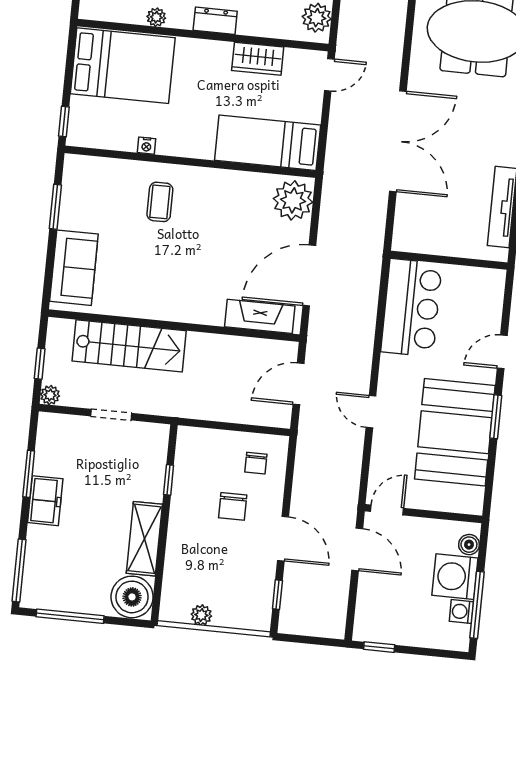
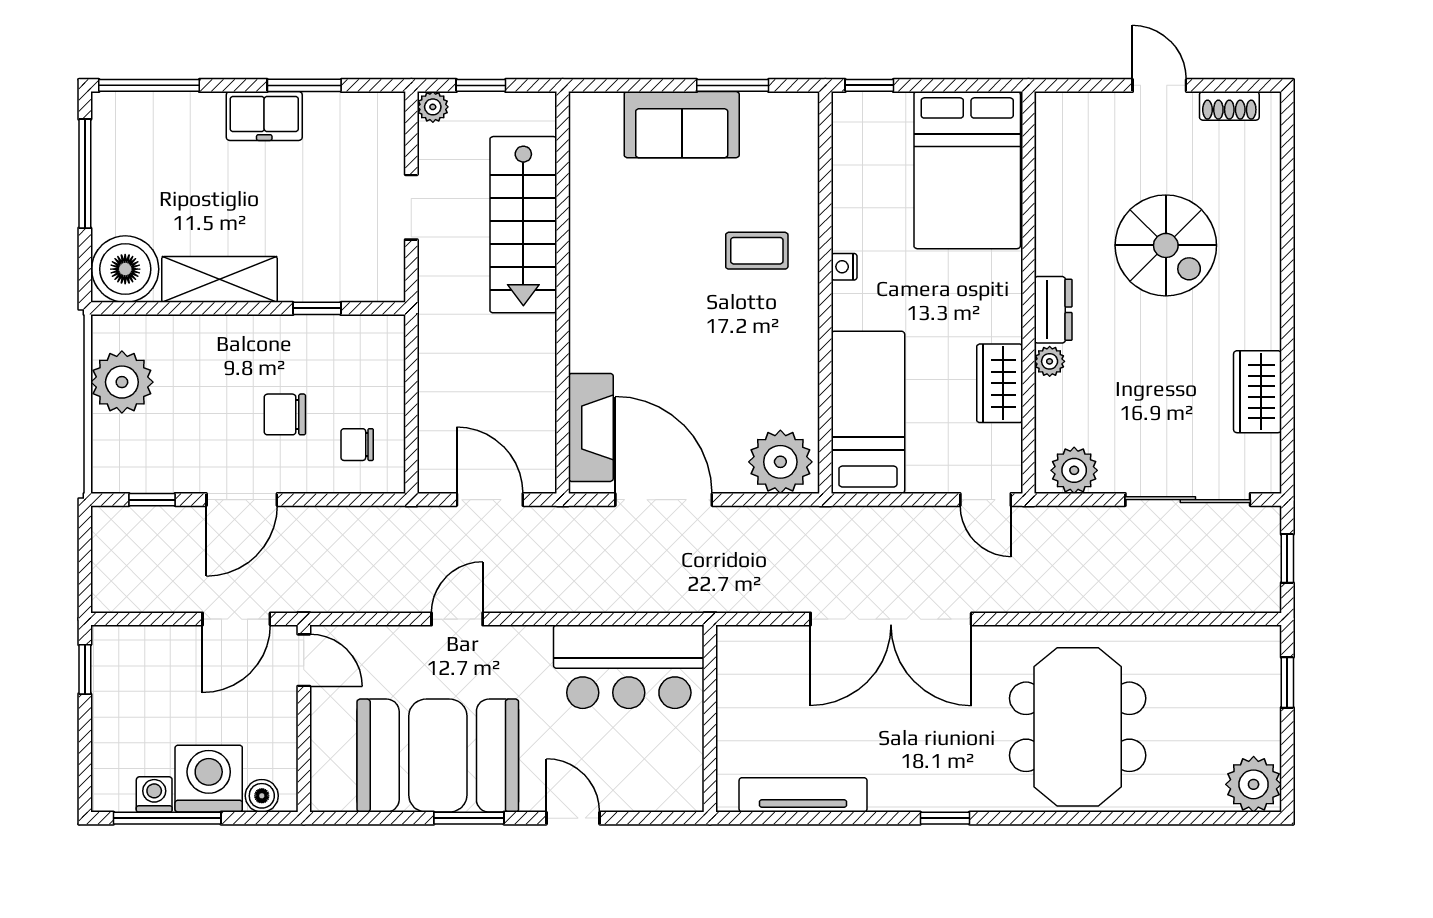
plant: (156, 17) -> (1050, 361), moved
nightstand: (146, 146) -> (844, 267), moved
sofa: (74, 268) -> (682, 125), moved
plant: (201, 615) -> (122, 382), width x1.87, depth x1.87

